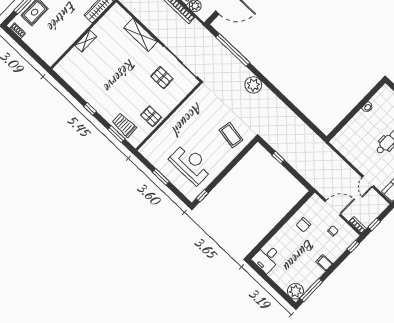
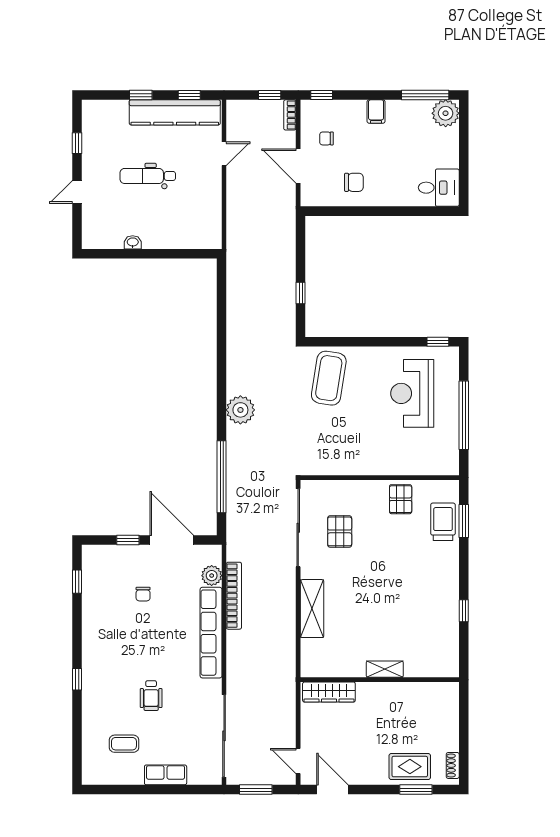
window: (90, 109) -> (464, 611), moved
trolley: (124, 125) -> (443, 522), turned 180
coffee table: (231, 135) -> (329, 378), width x1.36, depth x1.32
window: (161, 177) -> (464, 415), width x2.11

